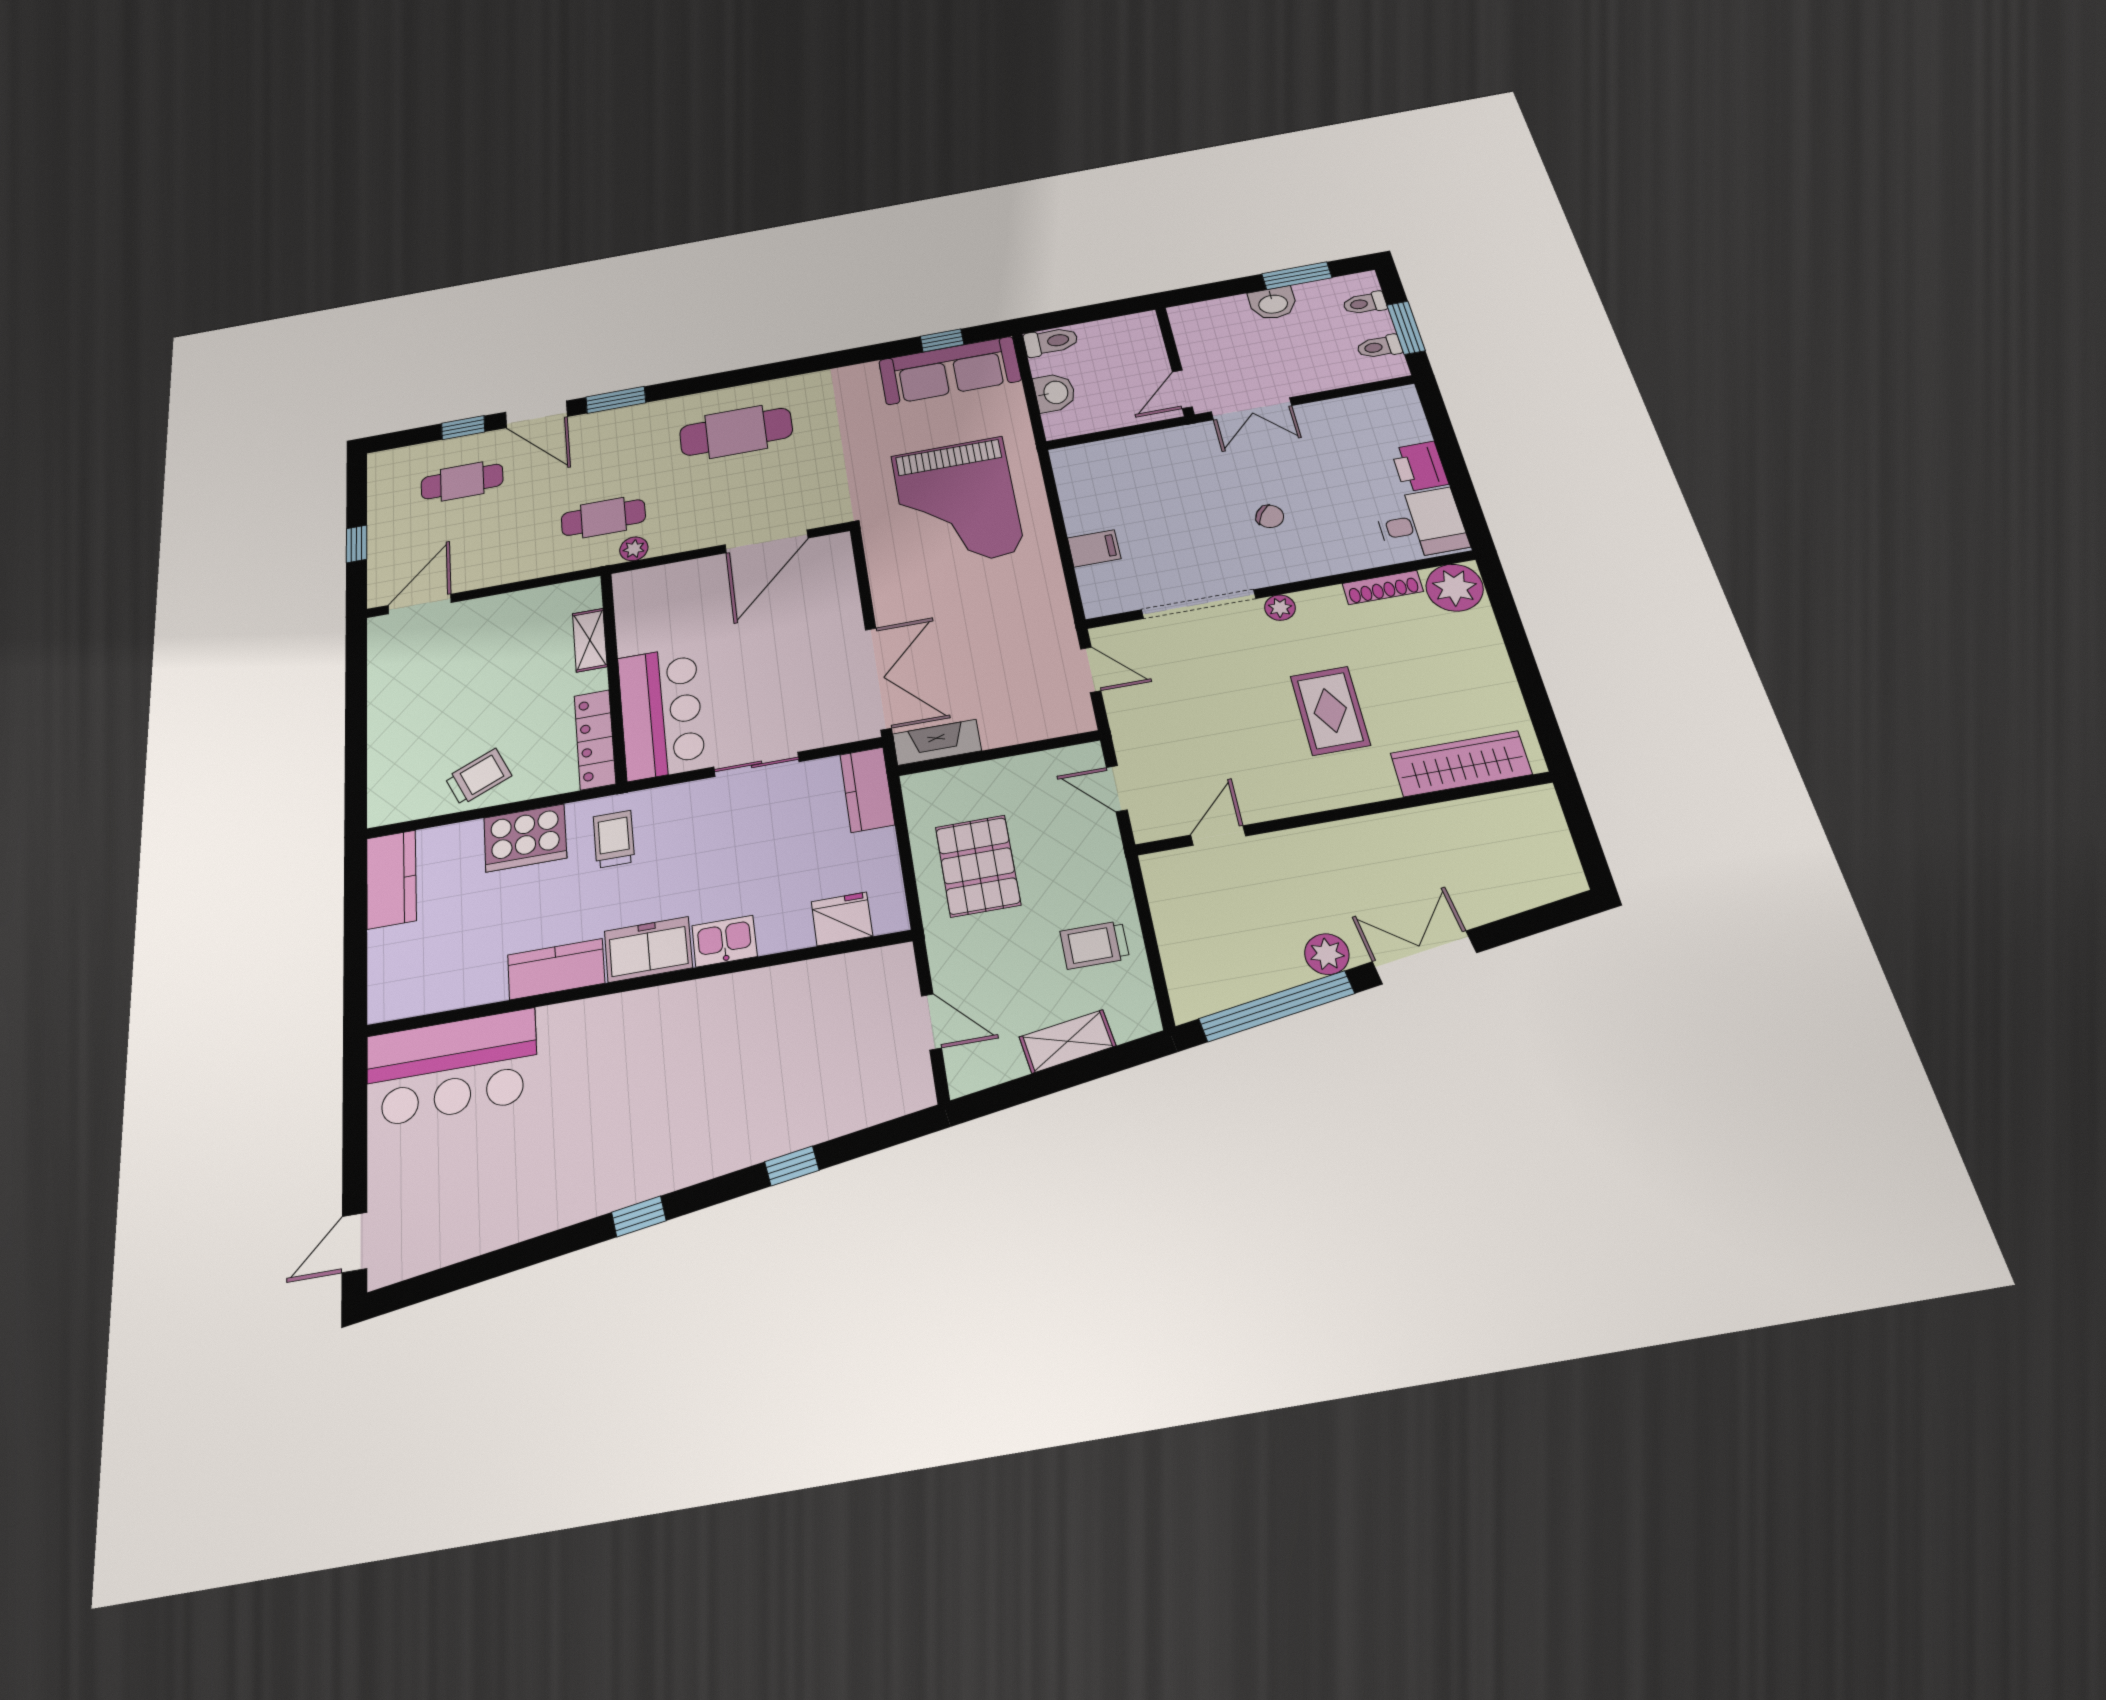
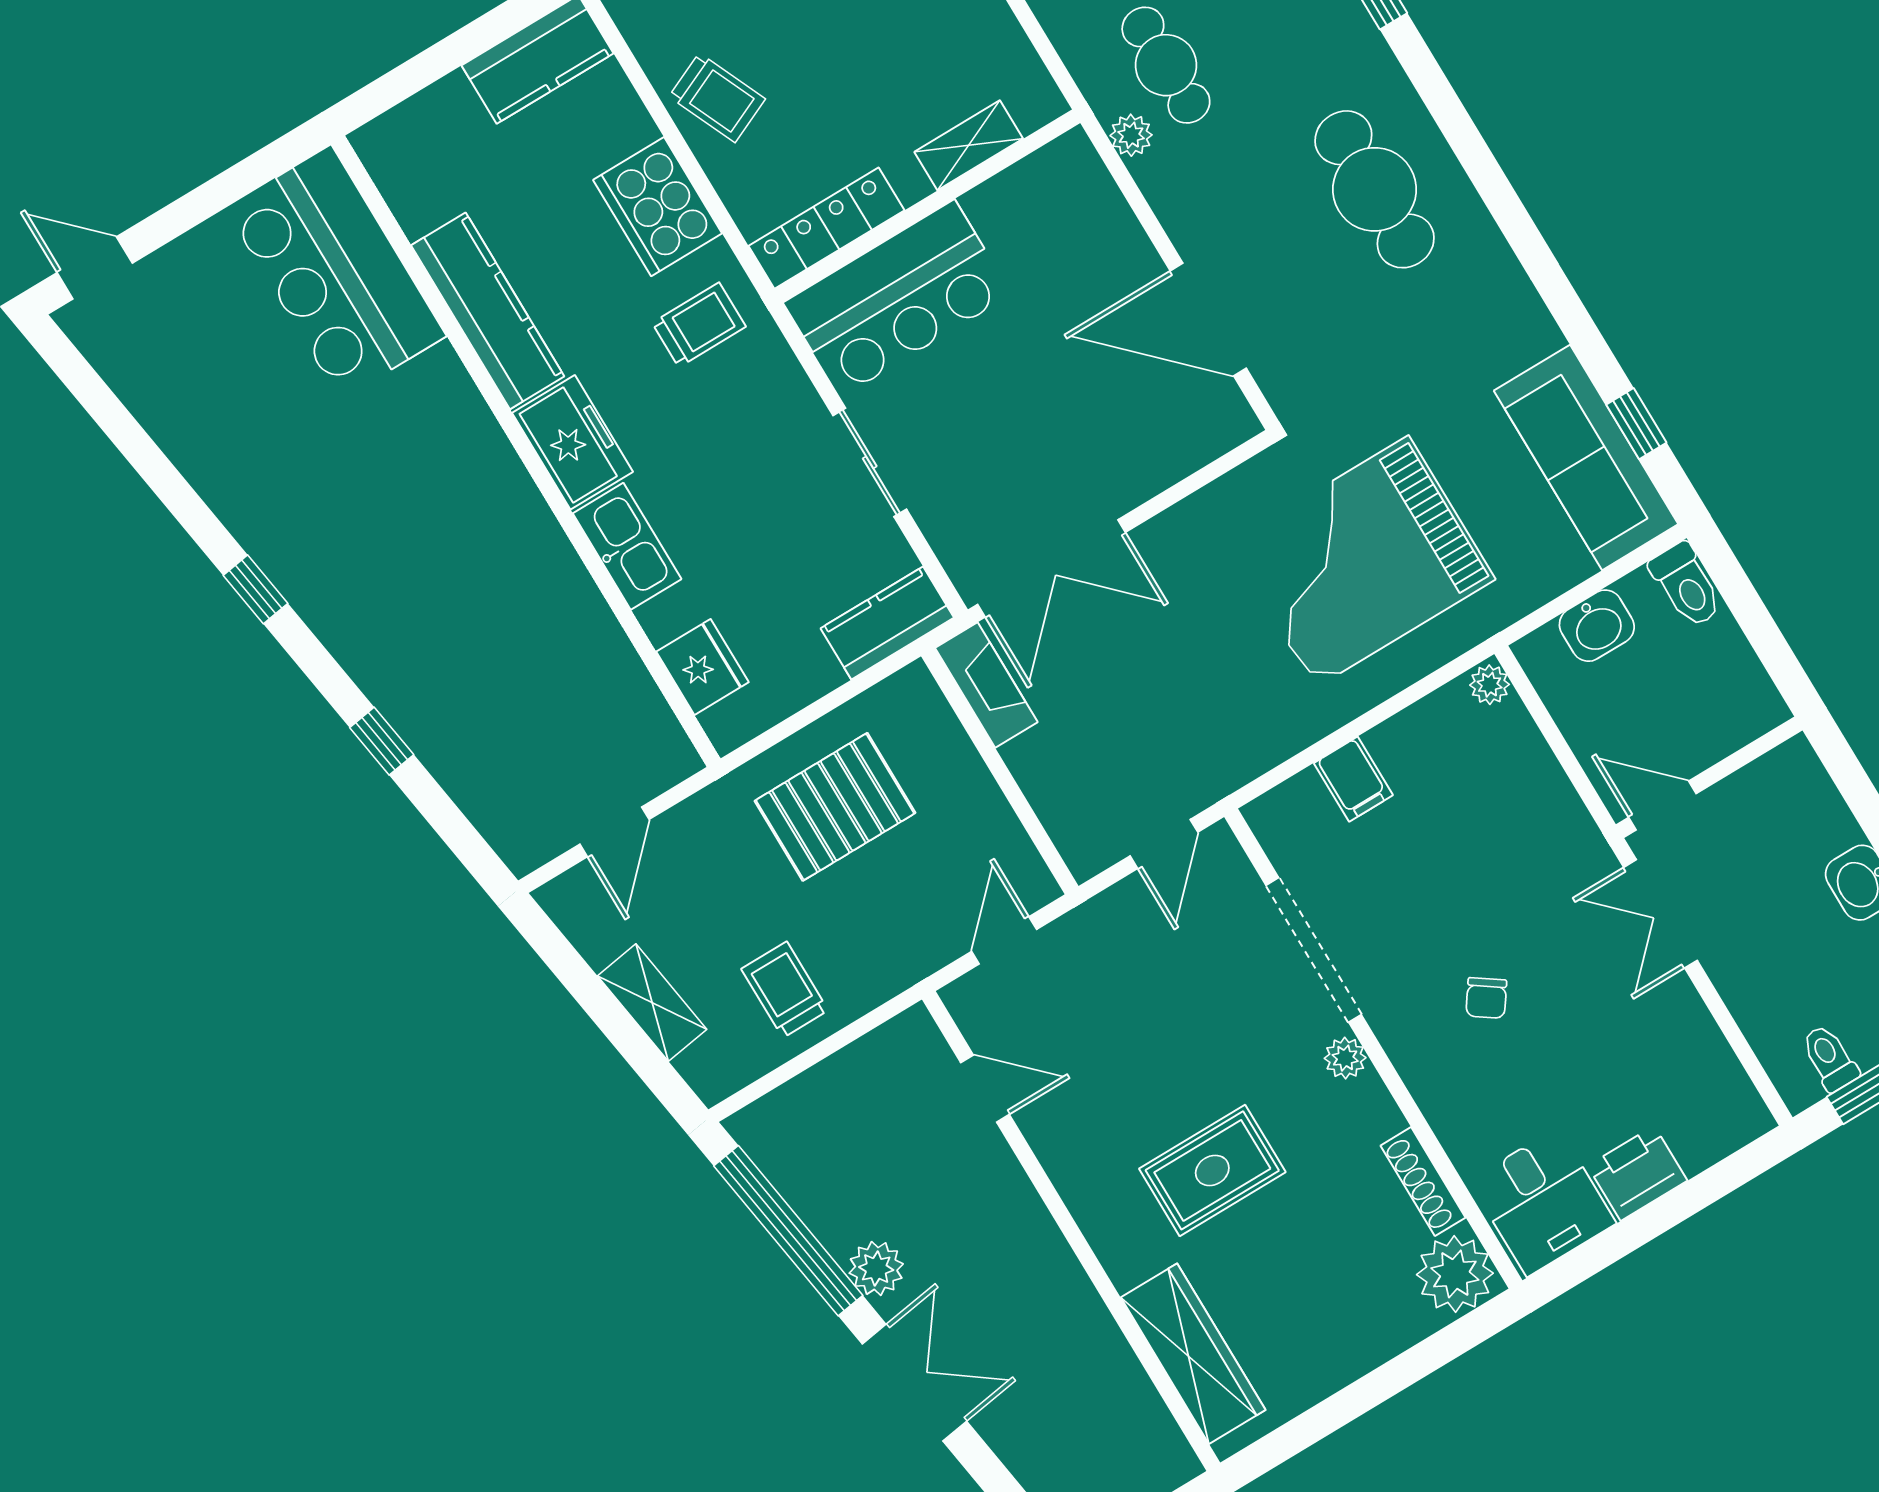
plant: (1066, 458) -> (1490, 685), added
kitchen sink: (724, 941) -> (627, 546), width x1.38
kitchen counter: (556, 969) -> (488, 311), width x1.50

